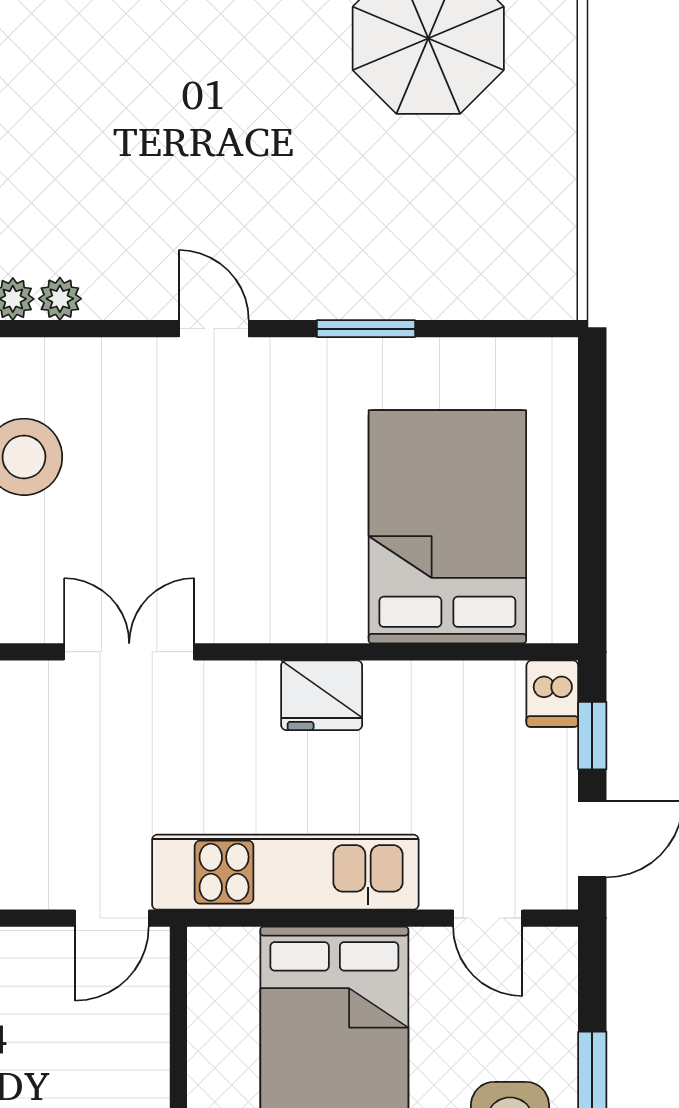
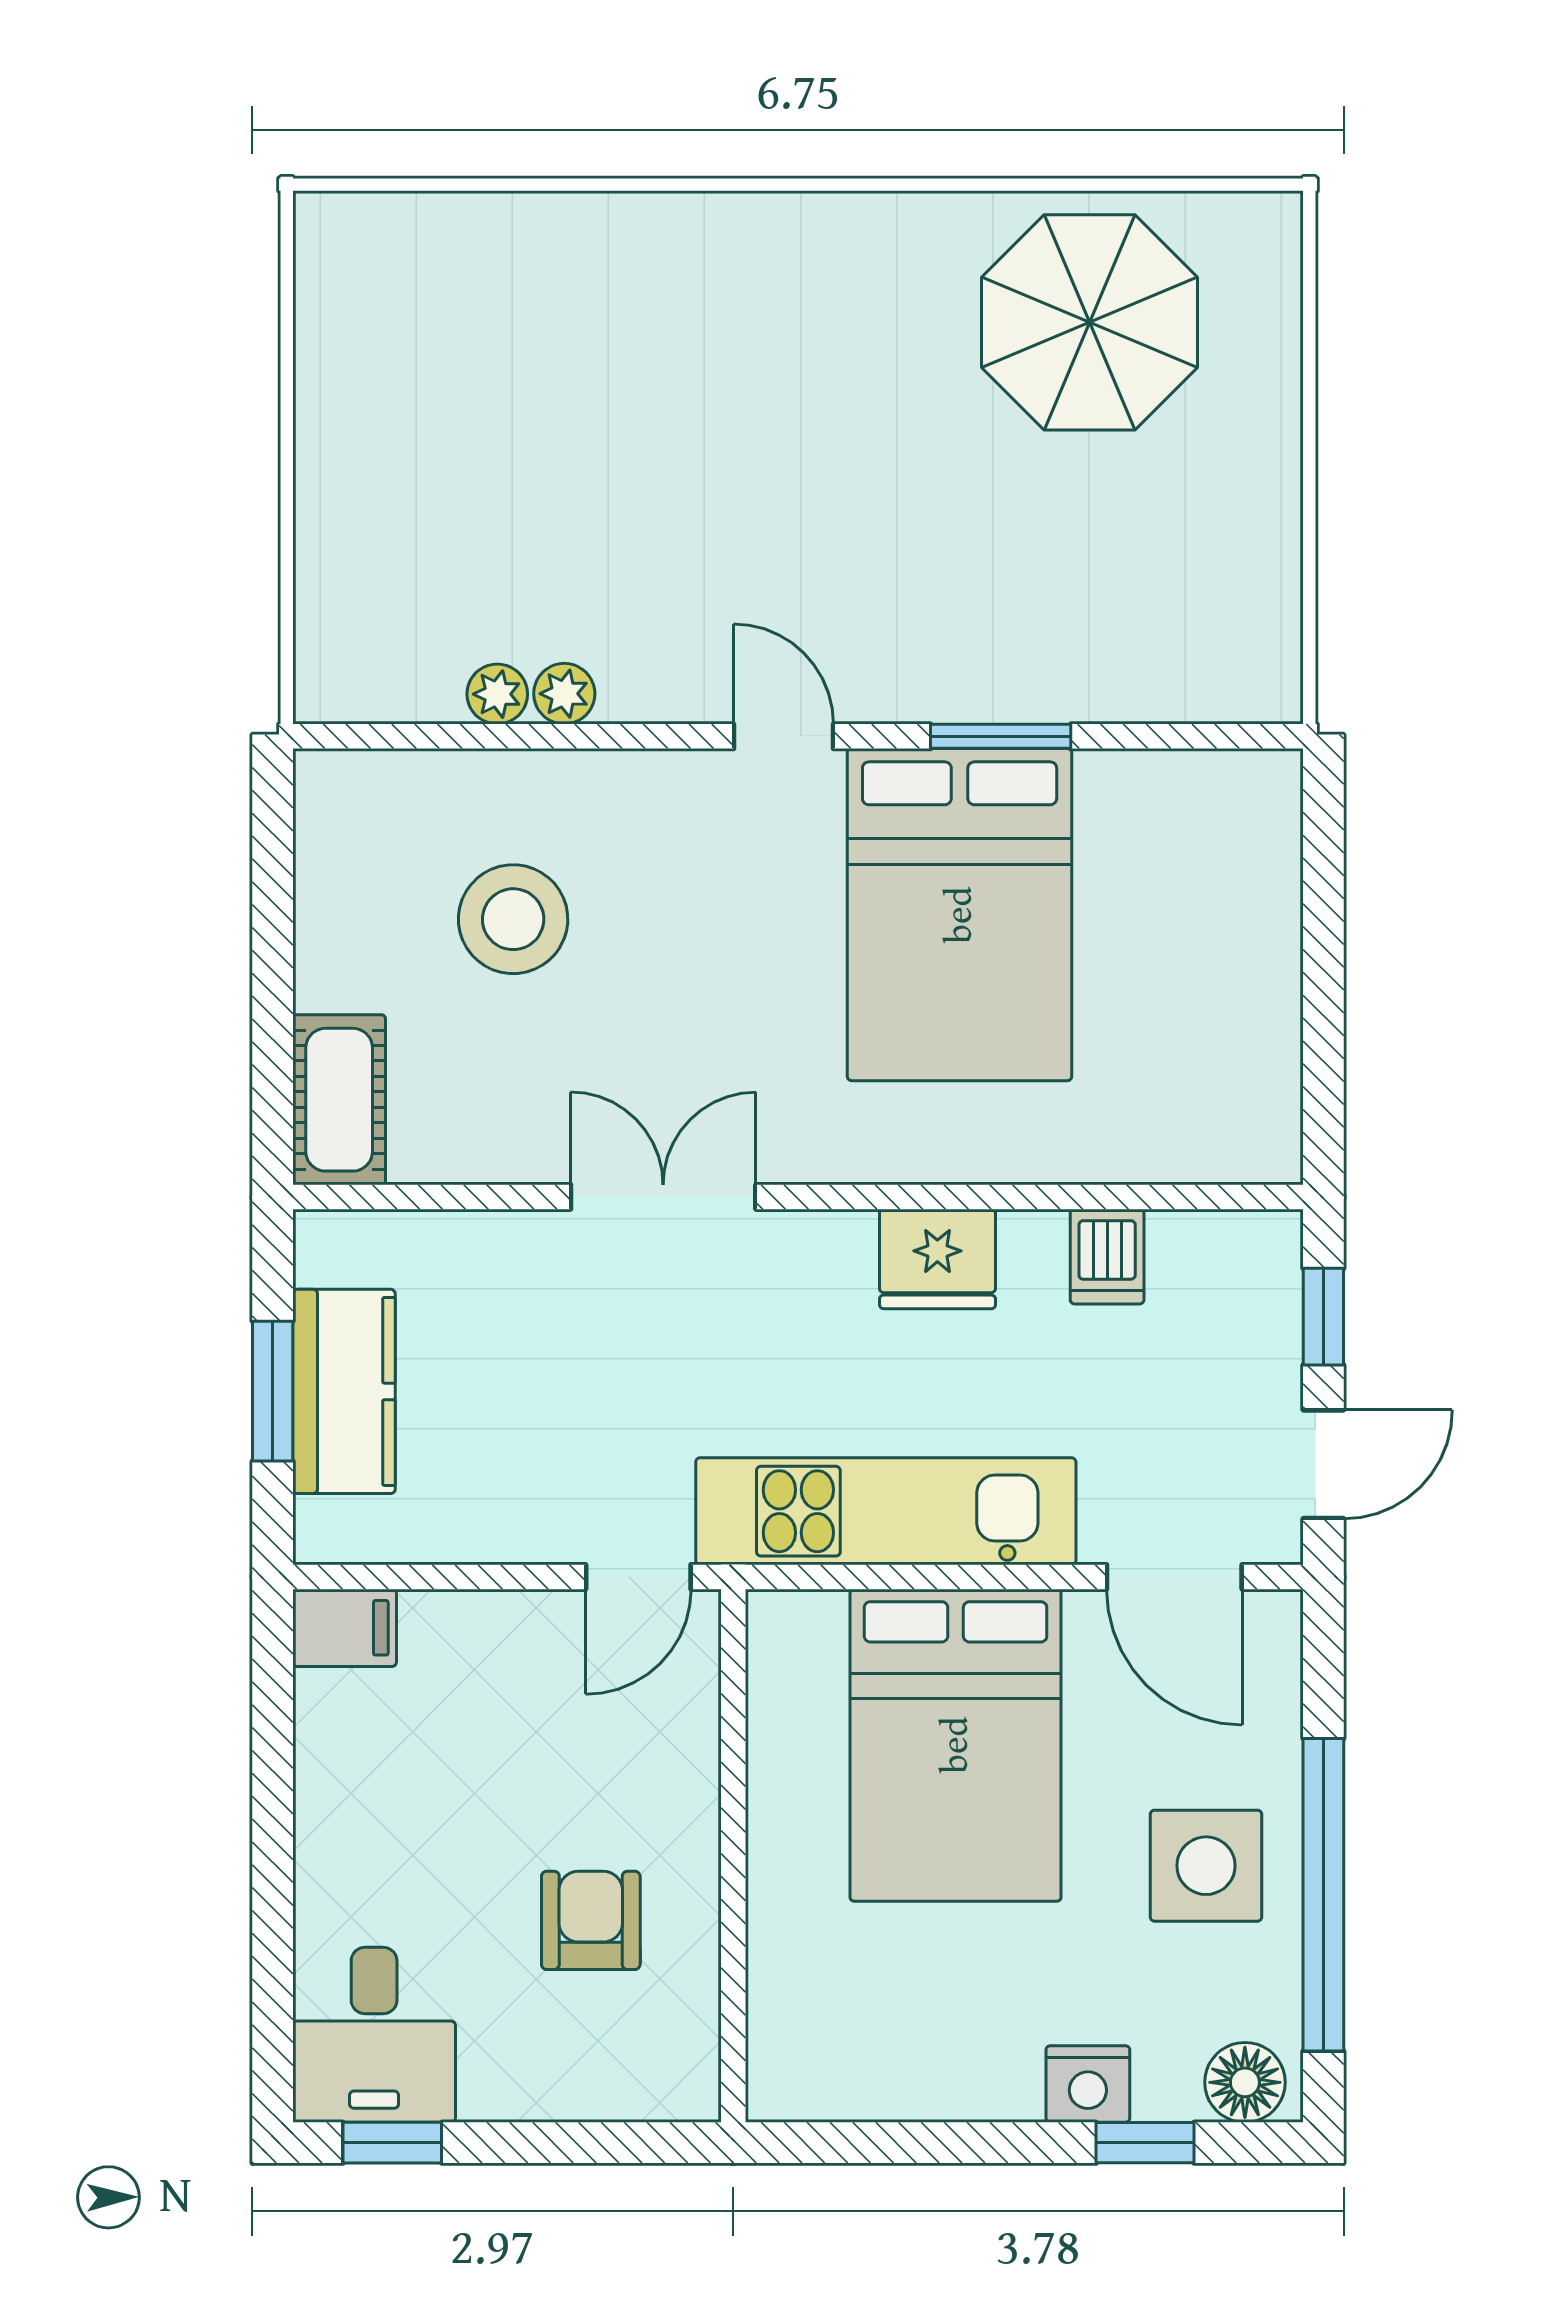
bed: (447, 527) -> (960, 915), moved, turned 180
dishwasher: (552, 694) -> (1107, 1257), moved
door: (488, 918) -> (1174, 1577), width x1.38

